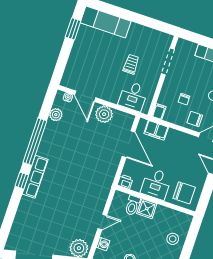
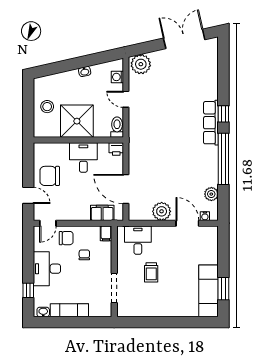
exam couch: (106, 22) -> (208, 291), moved, turned -90
chair: (184, 193) -> (50, 176), moved
toilet: (132, 205) -> (117, 127), moved
shower: (147, 209) -> (77, 121), width x1.86, depth x1.86
door: (102, 222) -> (126, 99), hinge flipped

